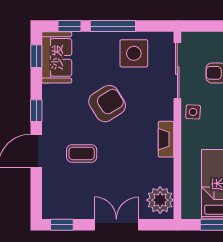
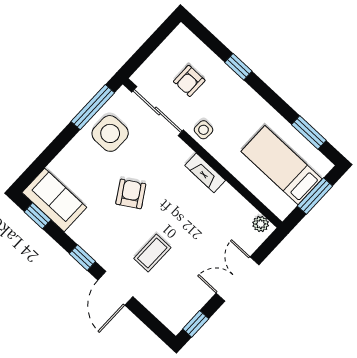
window: (70, 26) -> (38, 165), removed
window: (113, 26) -> (93, 107), moved
armchair: (107, 104) -> (131, 194), width x0.72, depth x0.72
plant: (160, 200) -> (261, 224), width x0.53, depth x0.53

